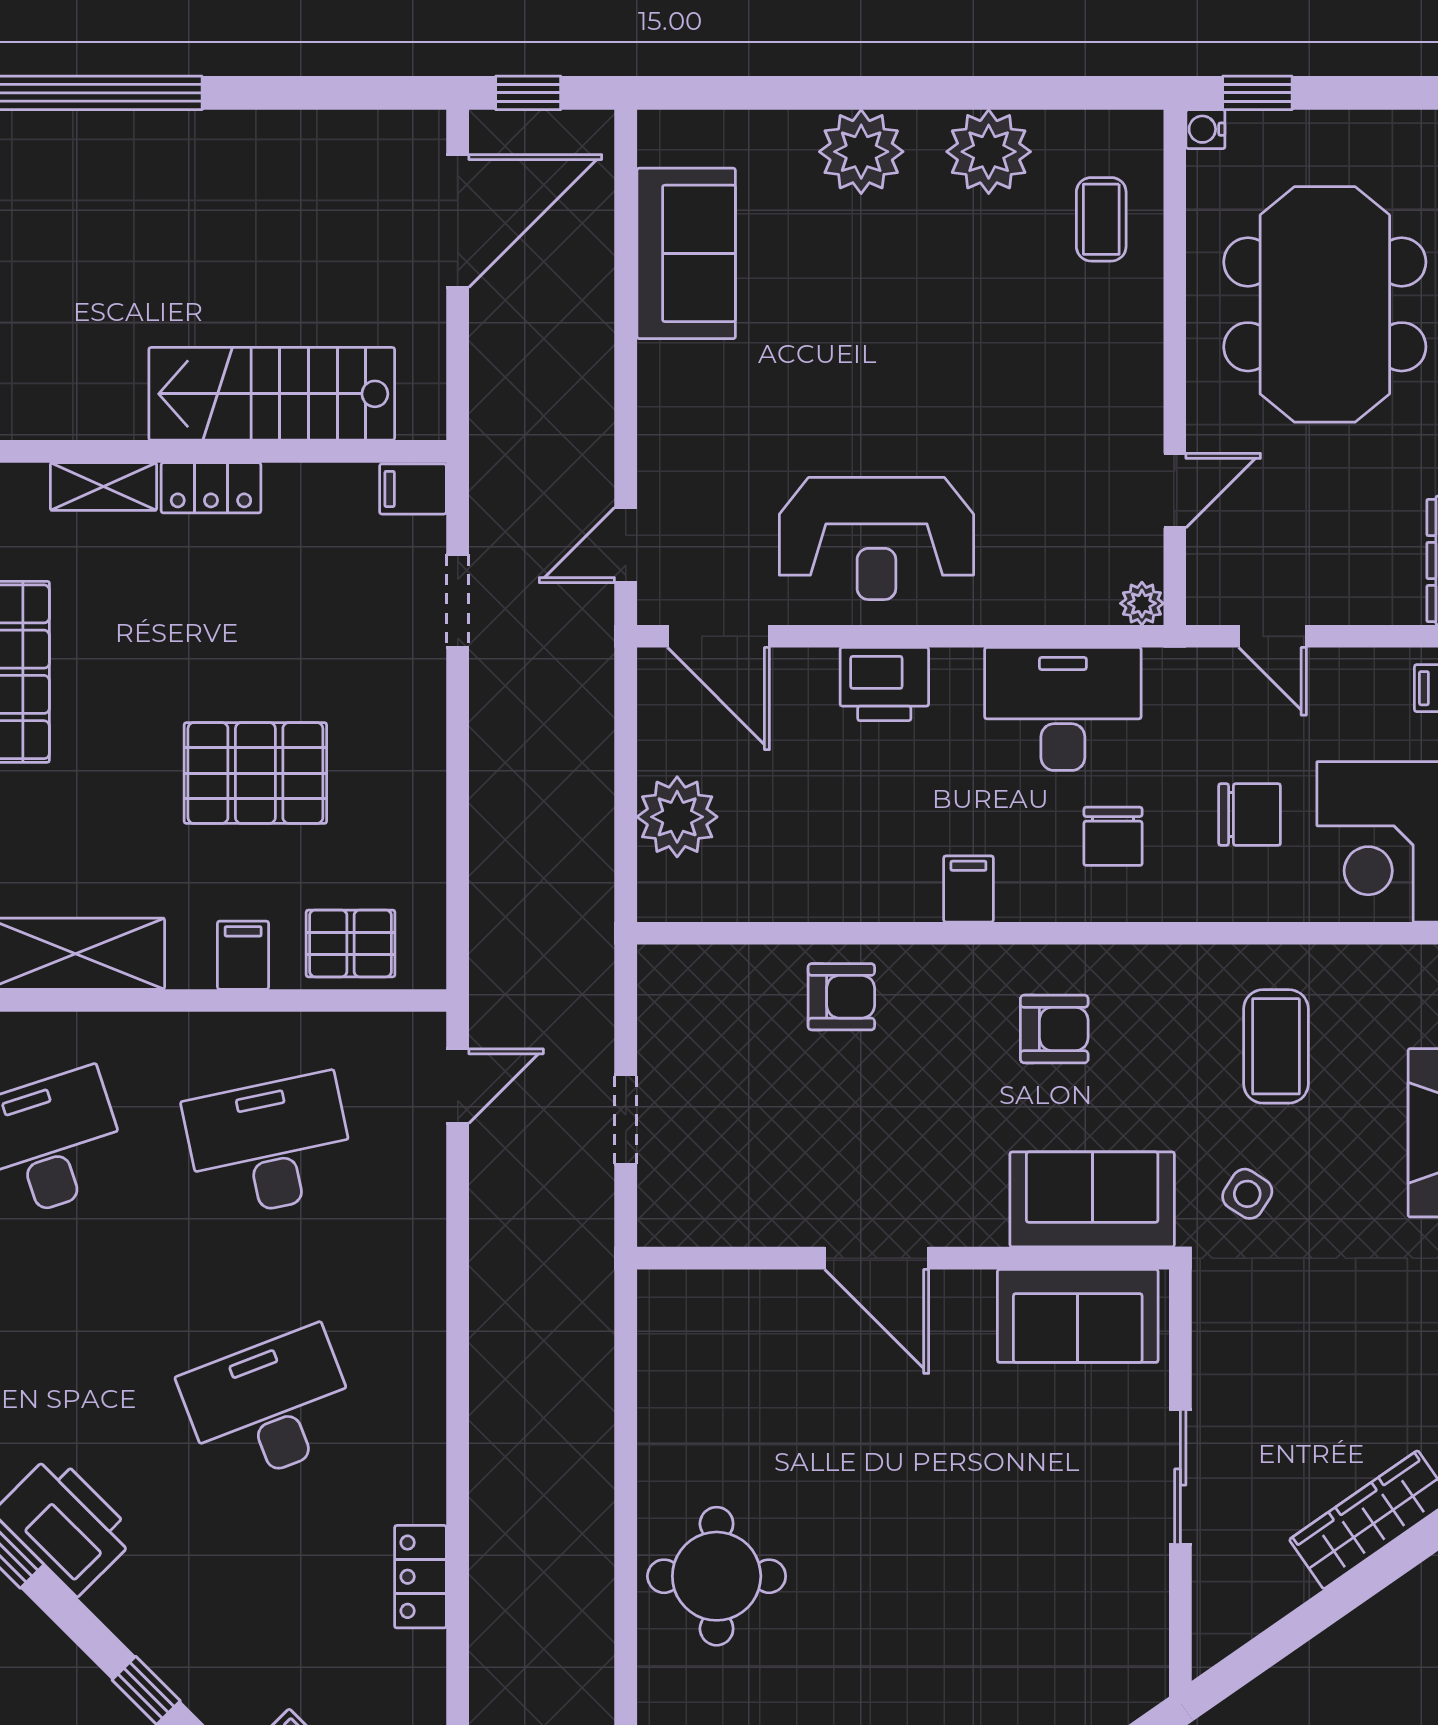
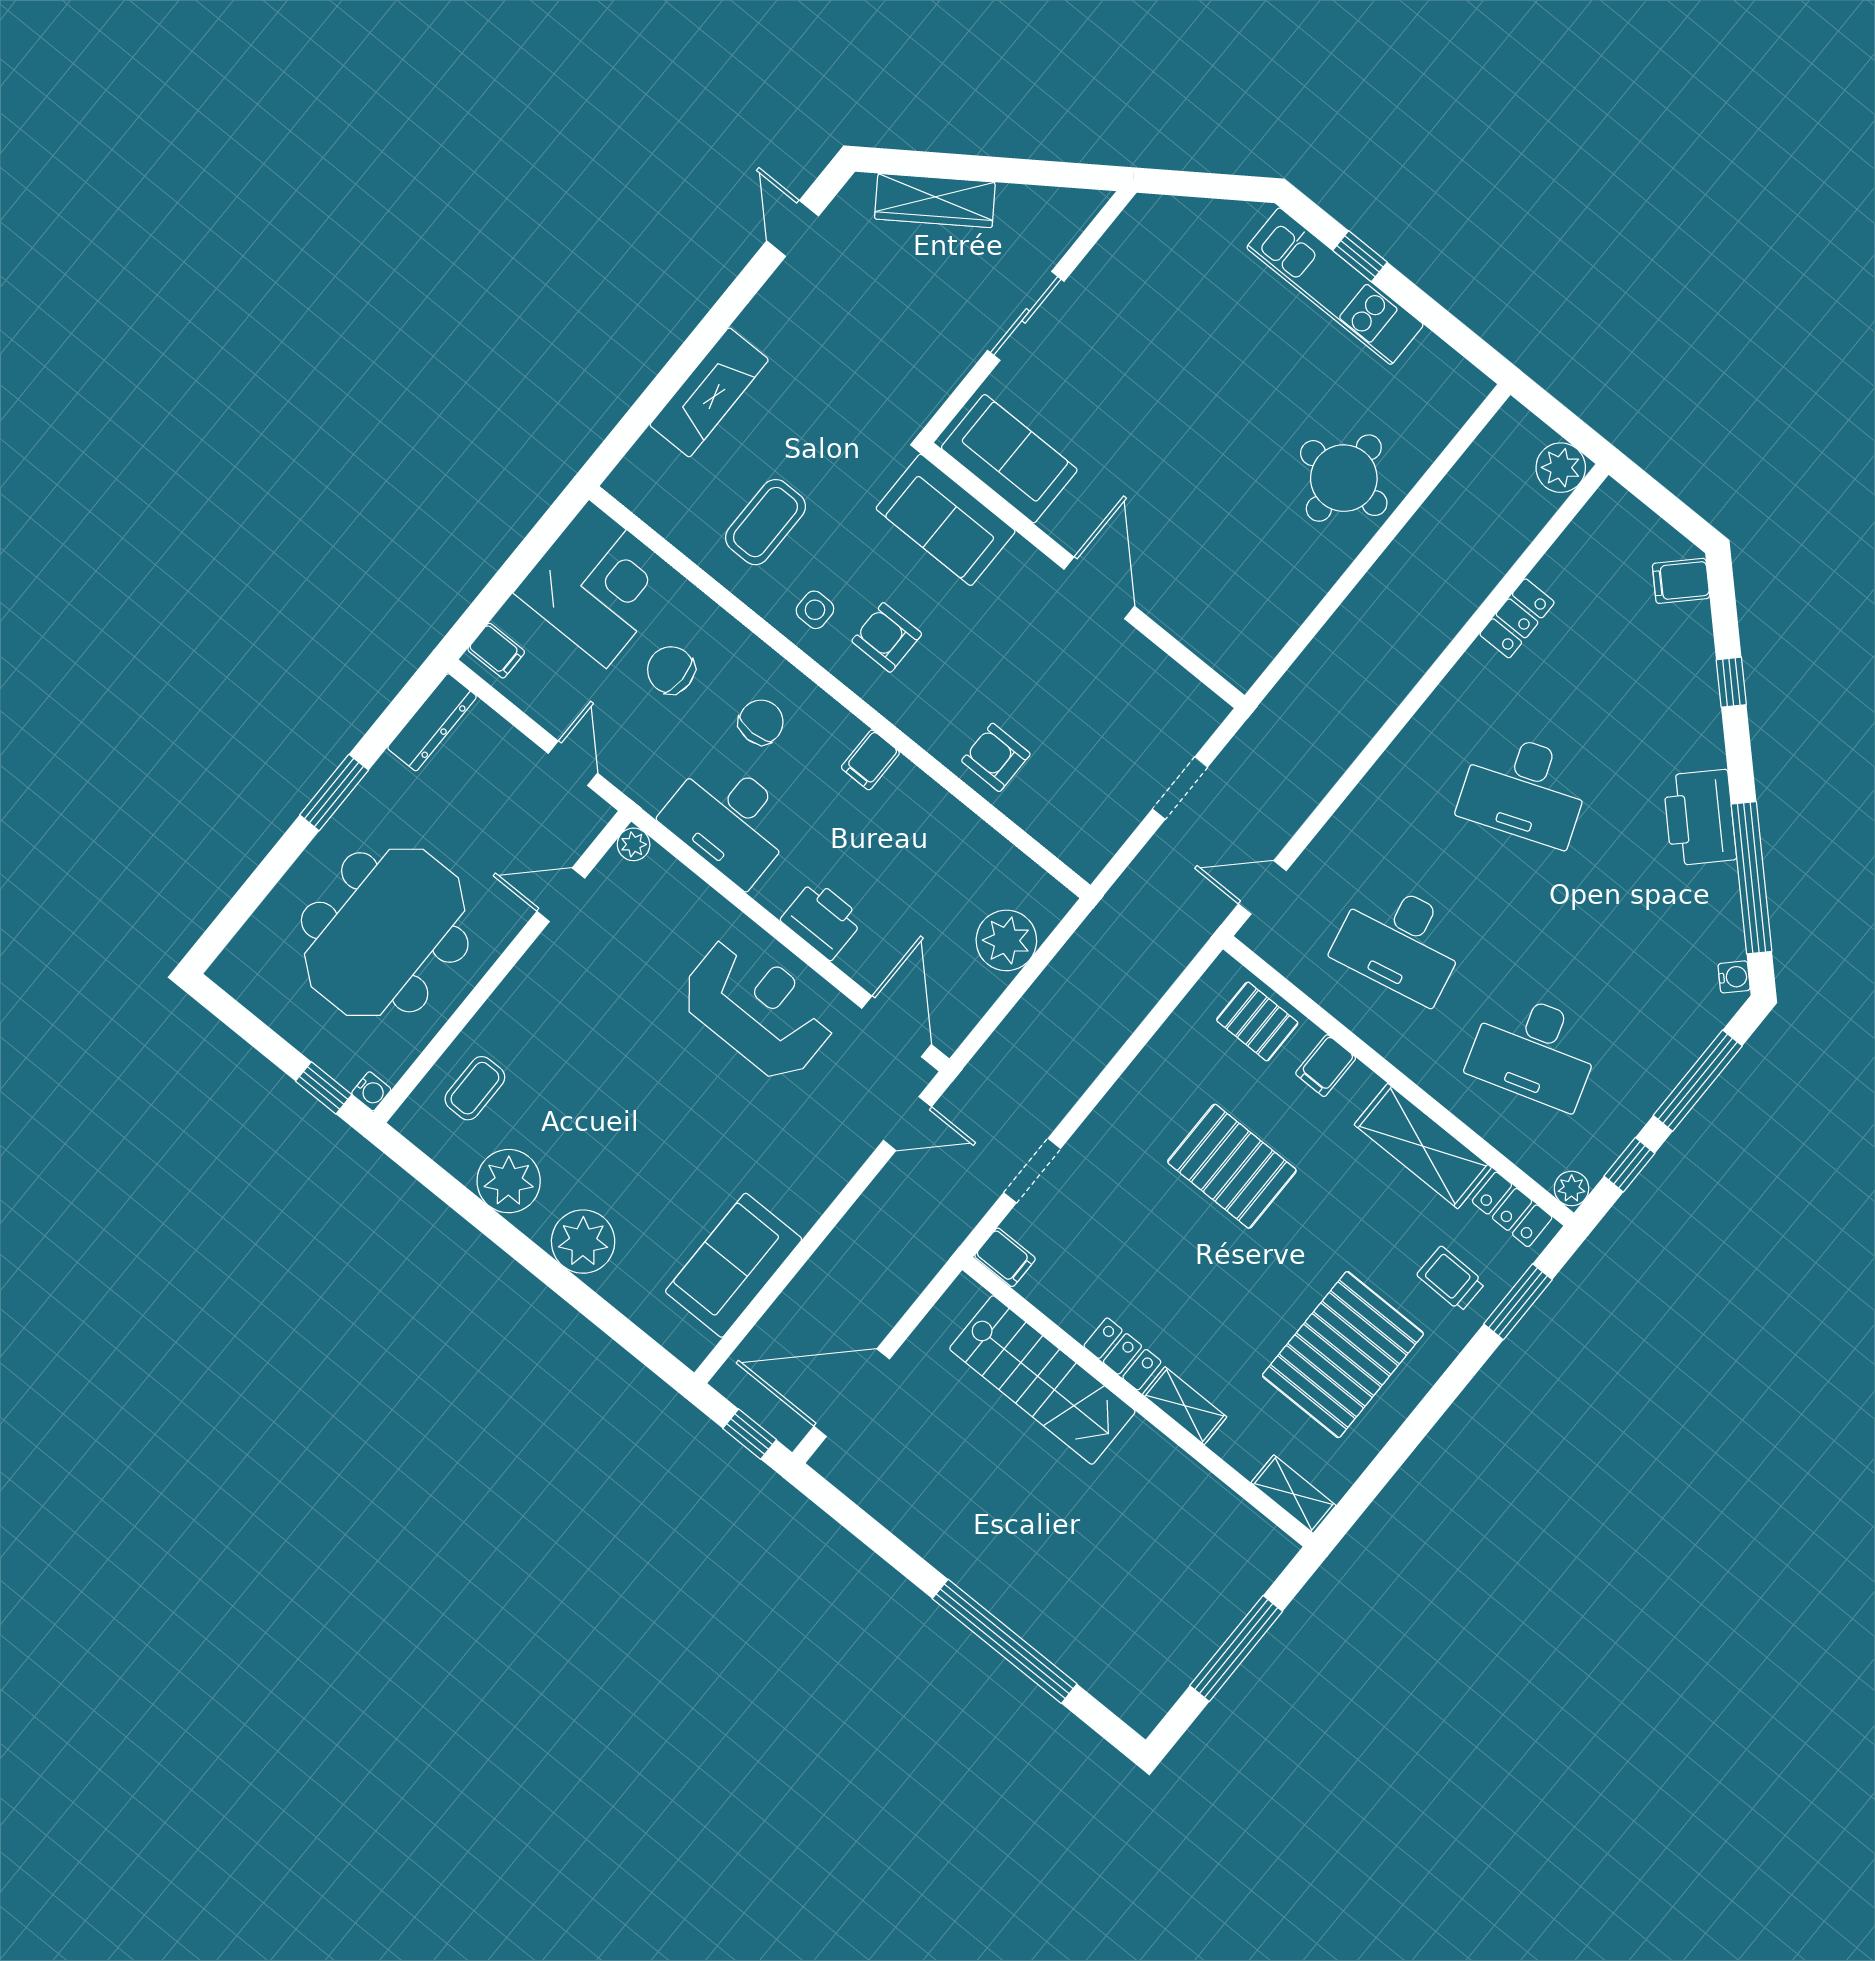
side table: (1247, 1194) -> (815, 610), moved, turned -33

